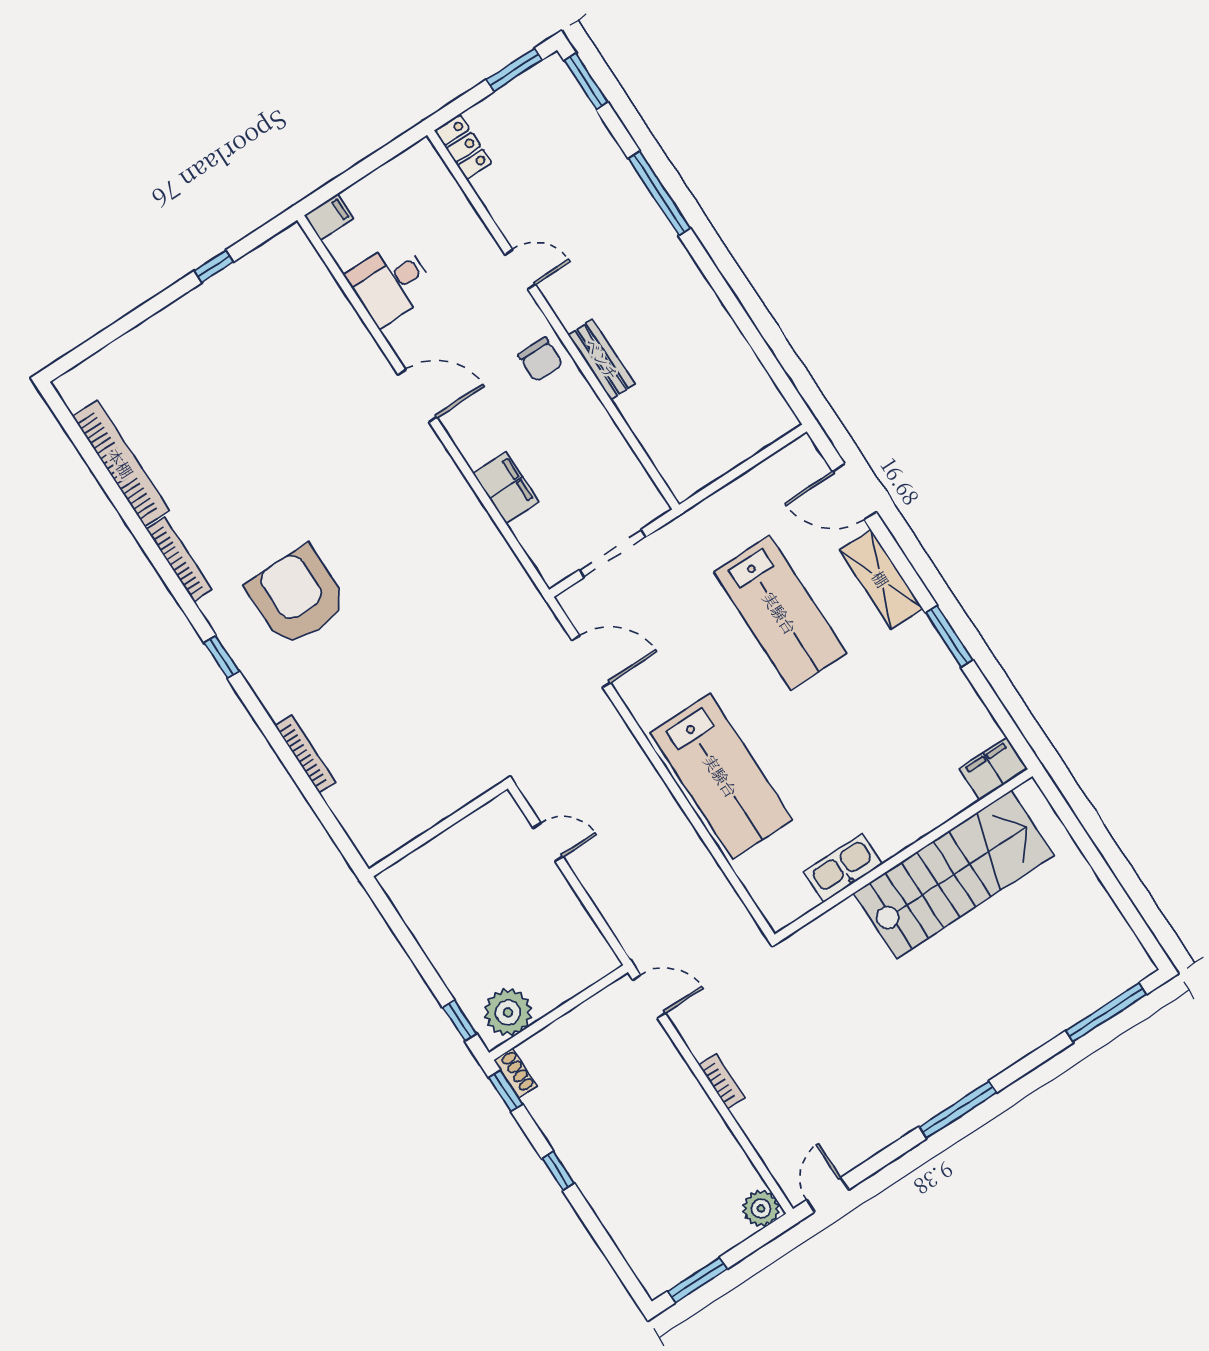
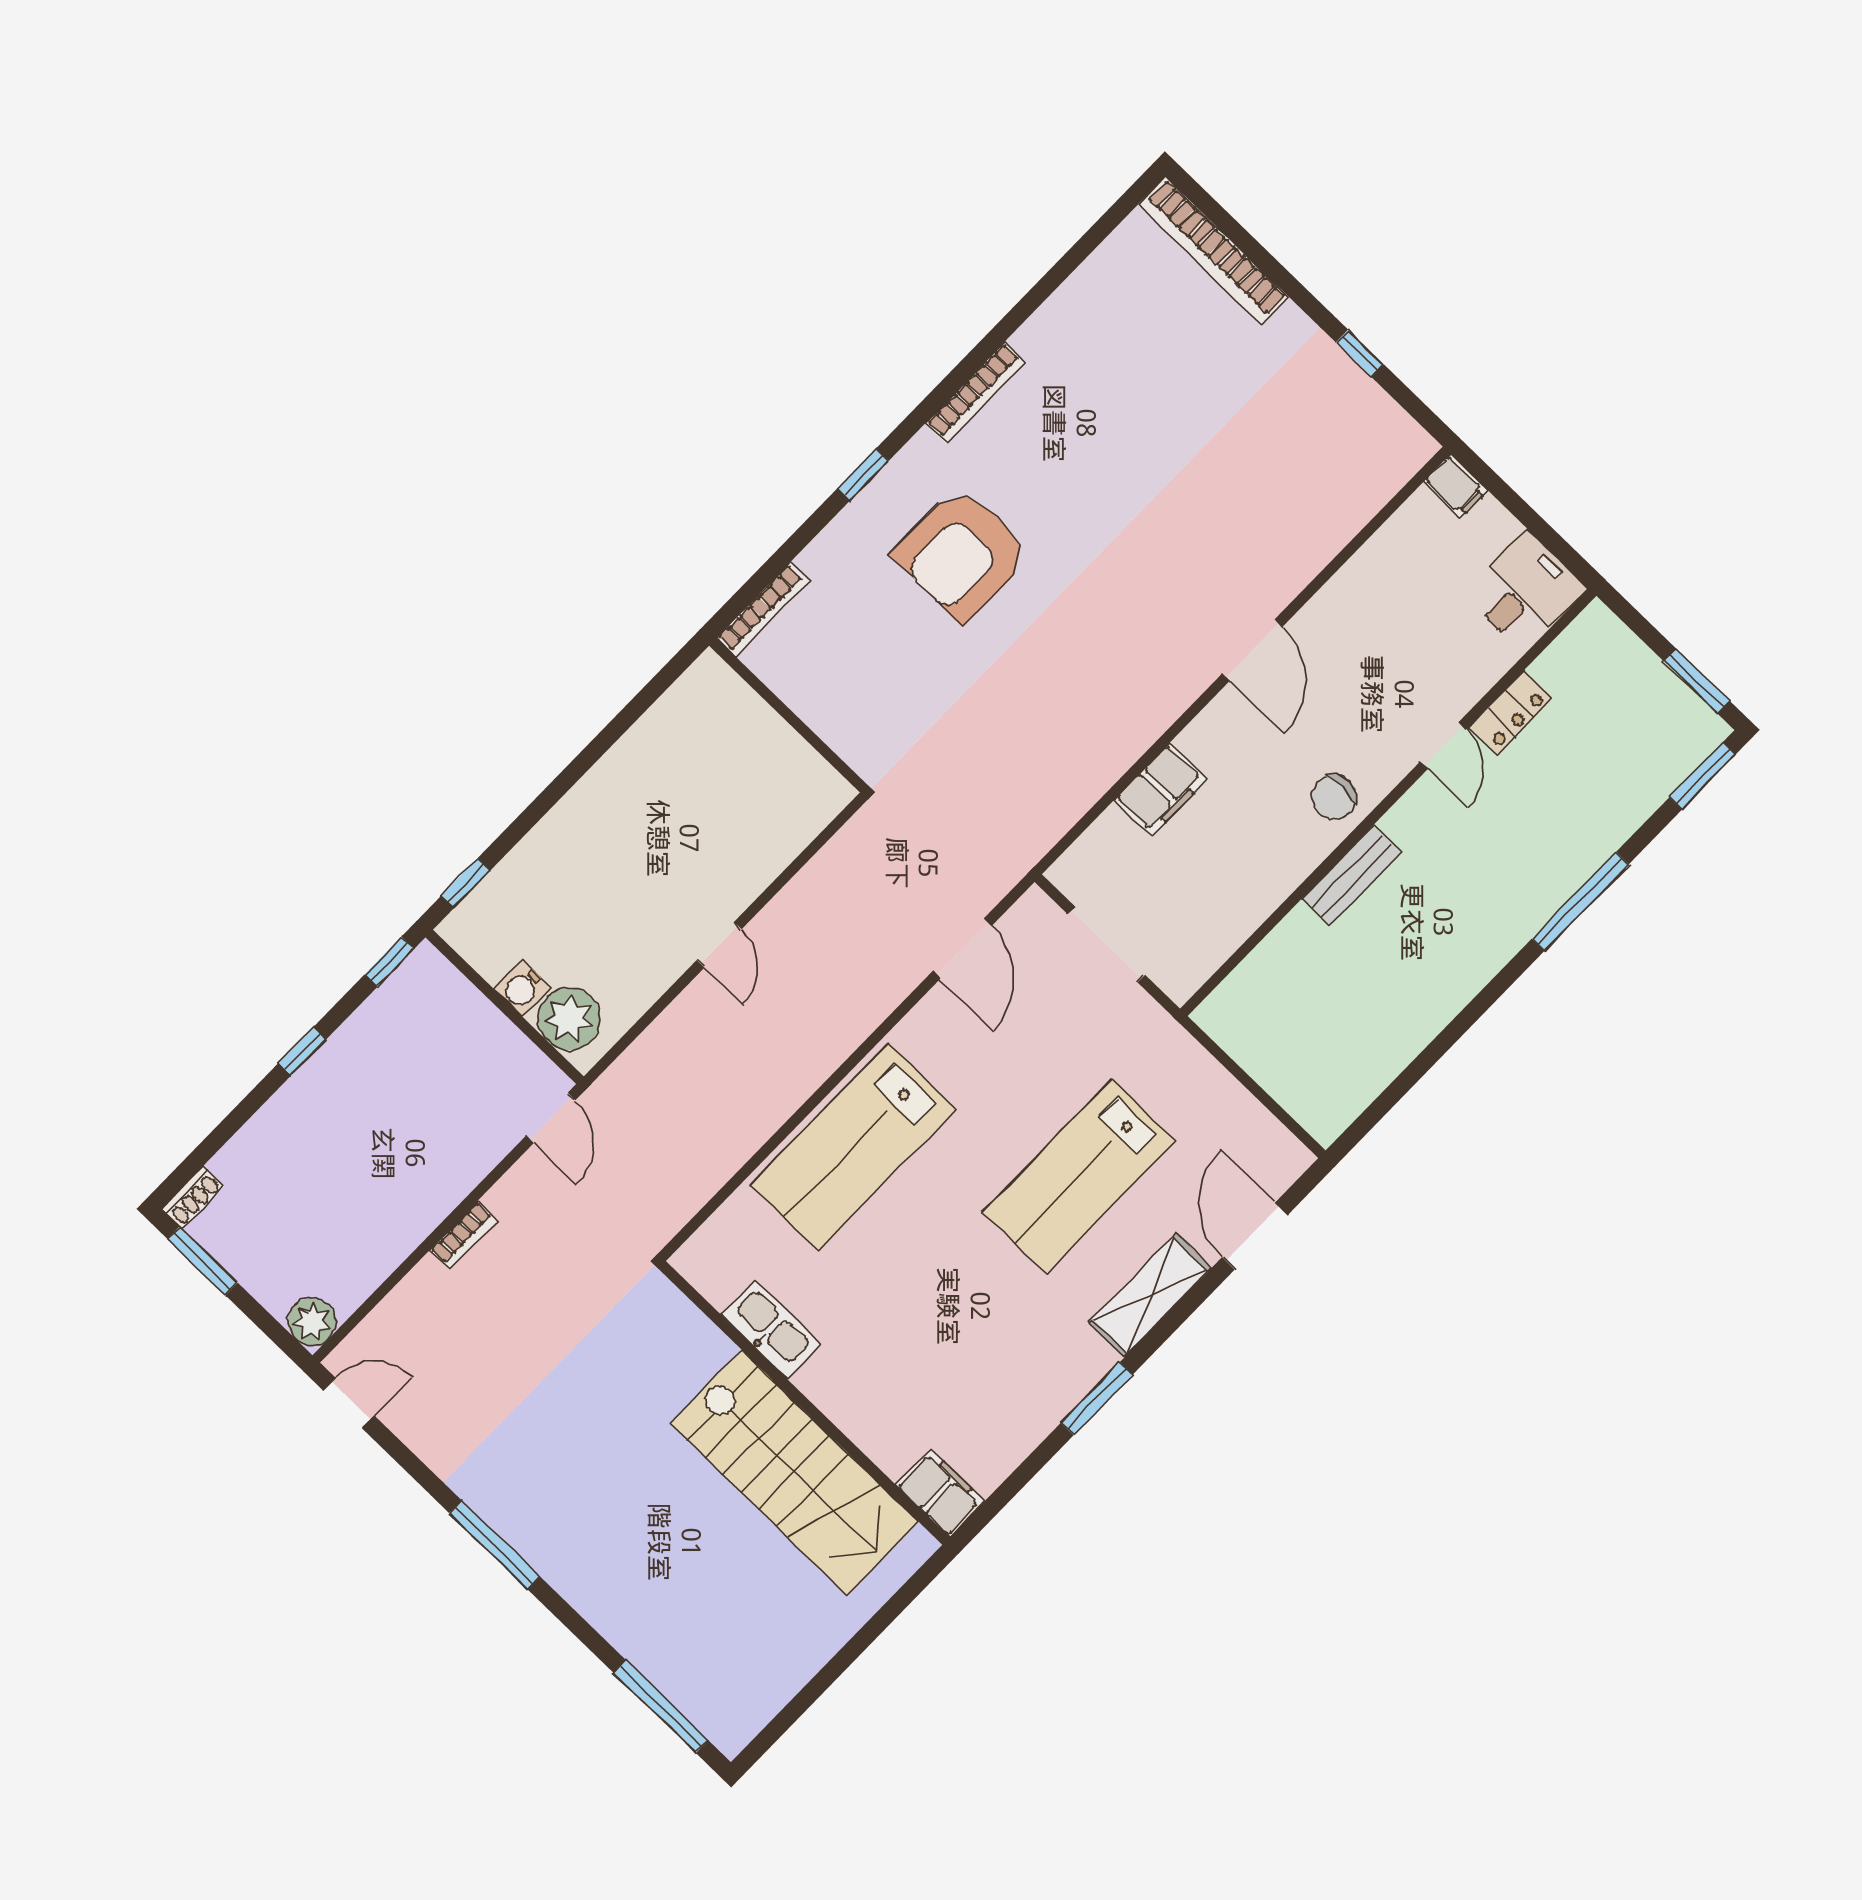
locker: (463, 147) -> (1511, 713), moved
desk: (391, 283) -> (1525, 592), moved, turned 90
bookcase: (121, 463) -> (1213, 251), moved, turned 90
armchair: (297, 596) -> (962, 554), turned 180
wall: (438, 829) -> (788, 715), moved
water cooler: (548, 996) -> (522, 988), added
plant: (508, 1012) -> (569, 1019), moved
shoe rack: (515, 1073) -> (193, 1197), moved

